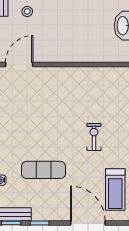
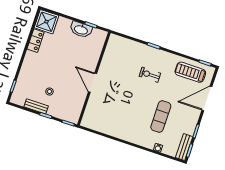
door: (19, 65) -> (93, 83), moved
treadmill: (115, 189) -> (190, 72), turned 180

